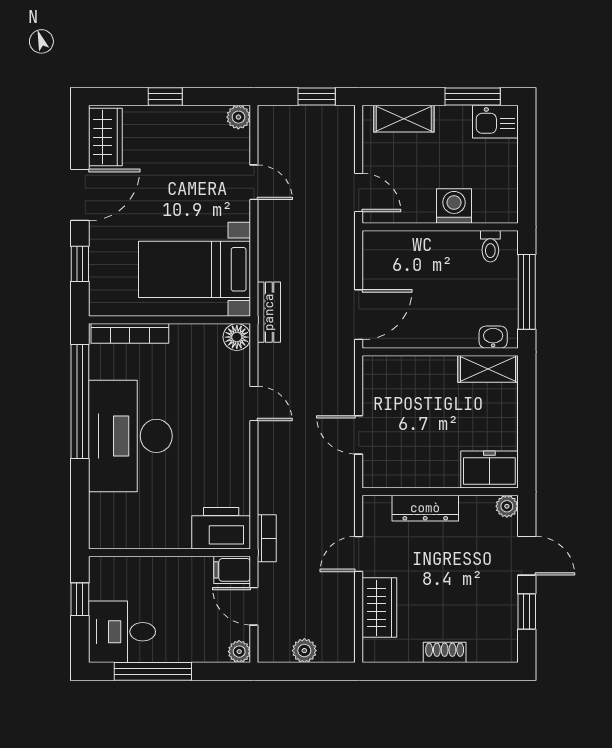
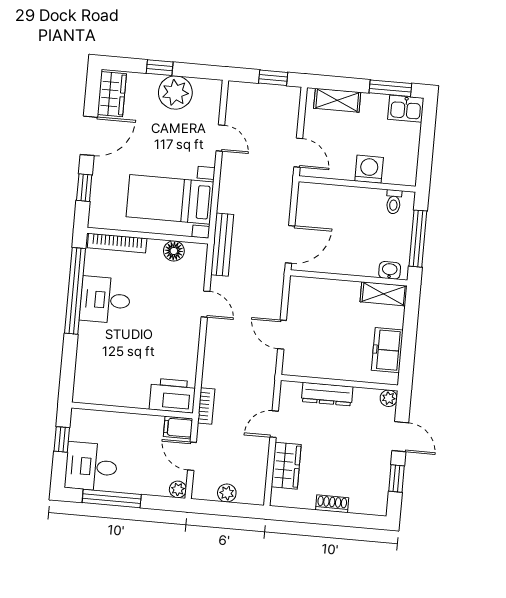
plant: (238, 117) -> (175, 92), moved, width x1.87, depth x1.87
bench: (269, 312) -> (222, 245), width x1.36
floor lamp: (237, 337) -> (174, 251), moved
desk: (130, 436) -> (105, 300), width x0.53, depth x0.77
freezer: (489, 470) -> (387, 350), moved, turned -90

